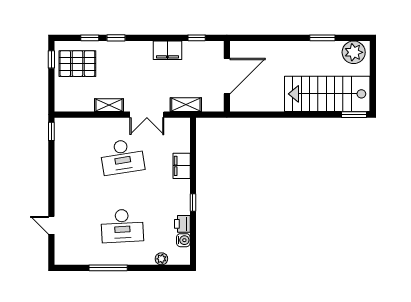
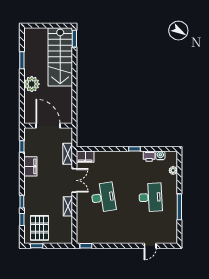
plant: (354, 52) -> (32, 84), moved
filing cabinet: (182, 166) -> (85, 157), moved

